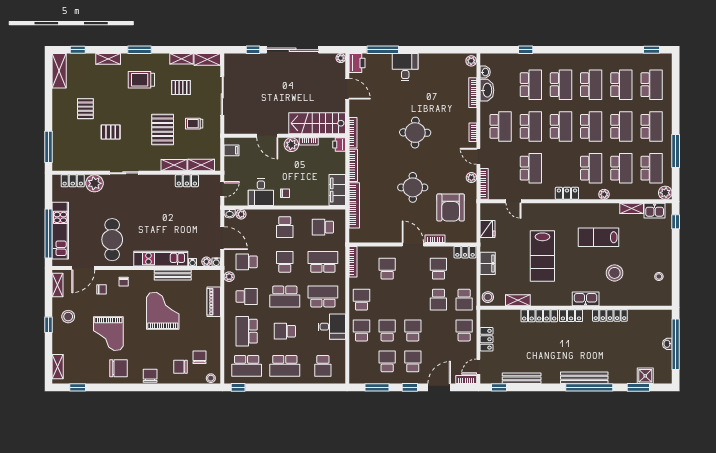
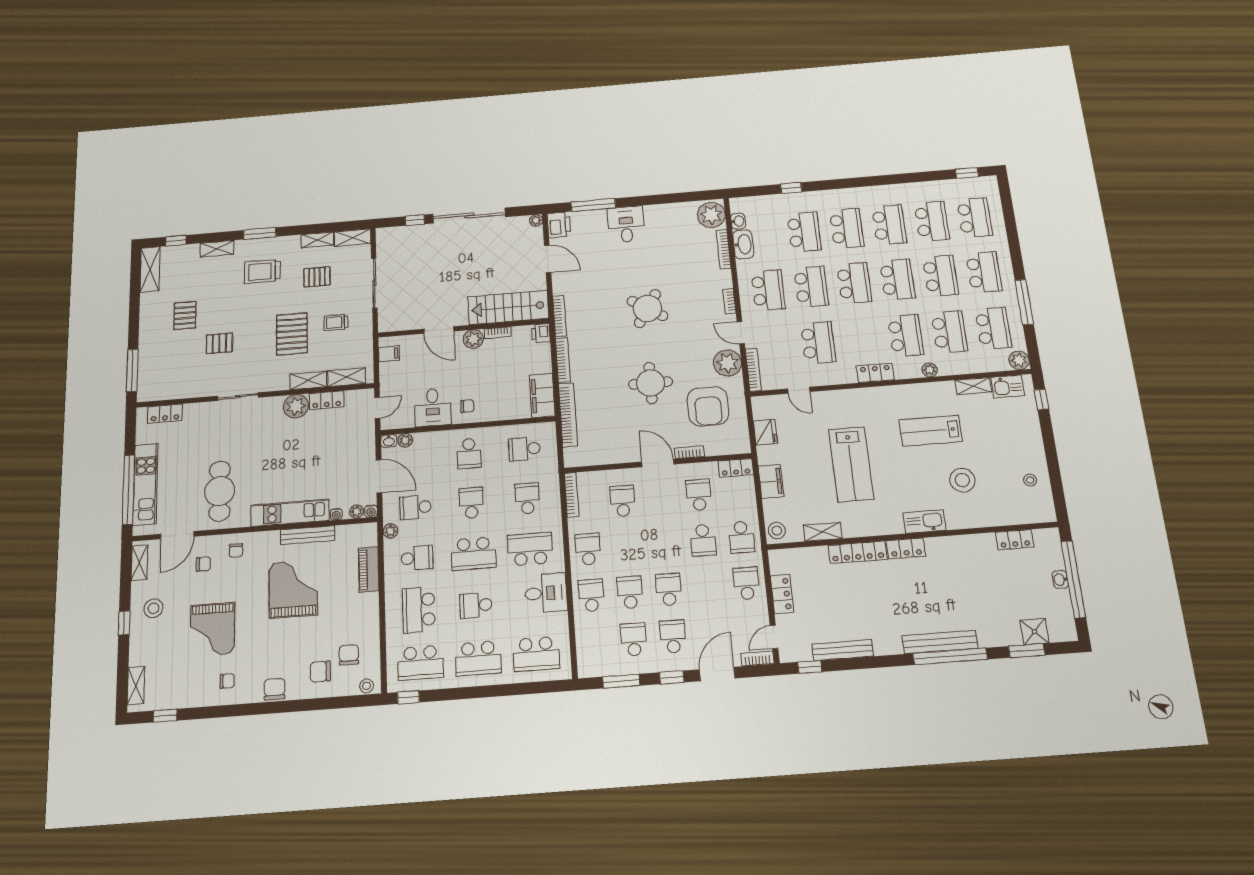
plant: (471, 61) -> (711, 215), width x1.88, depth x1.88
round table: (415, 133) -> (647, 308), turned 31
plant: (471, 178) -> (727, 363), width x1.88, depth x1.88
plant: (95, 183) -> (296, 406), moved
school desk: (323, 262) -> (527, 498), width x0.54
locker: (610, 315) -> (1015, 540), moved, width x0.66
school desk: (323, 366) -> (536, 654), width x1.85
chair: (119, 368) -> (227, 681), width x0.54, depth x0.54

